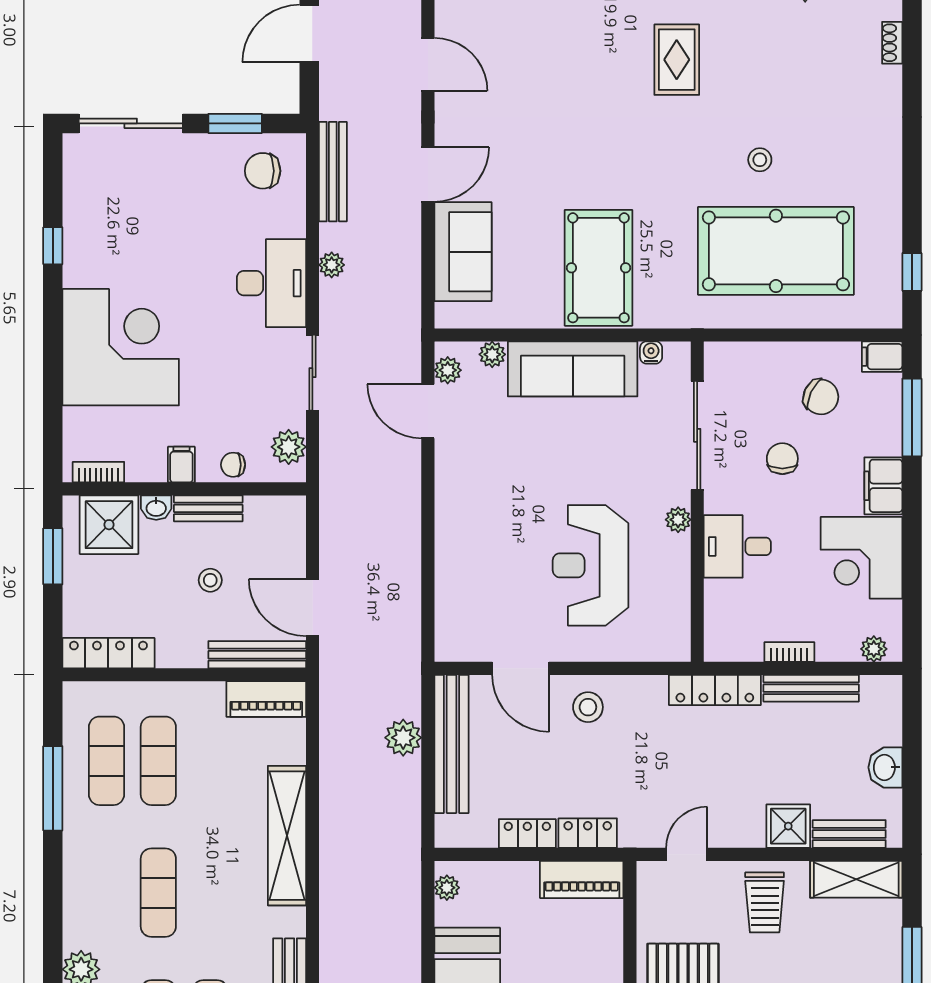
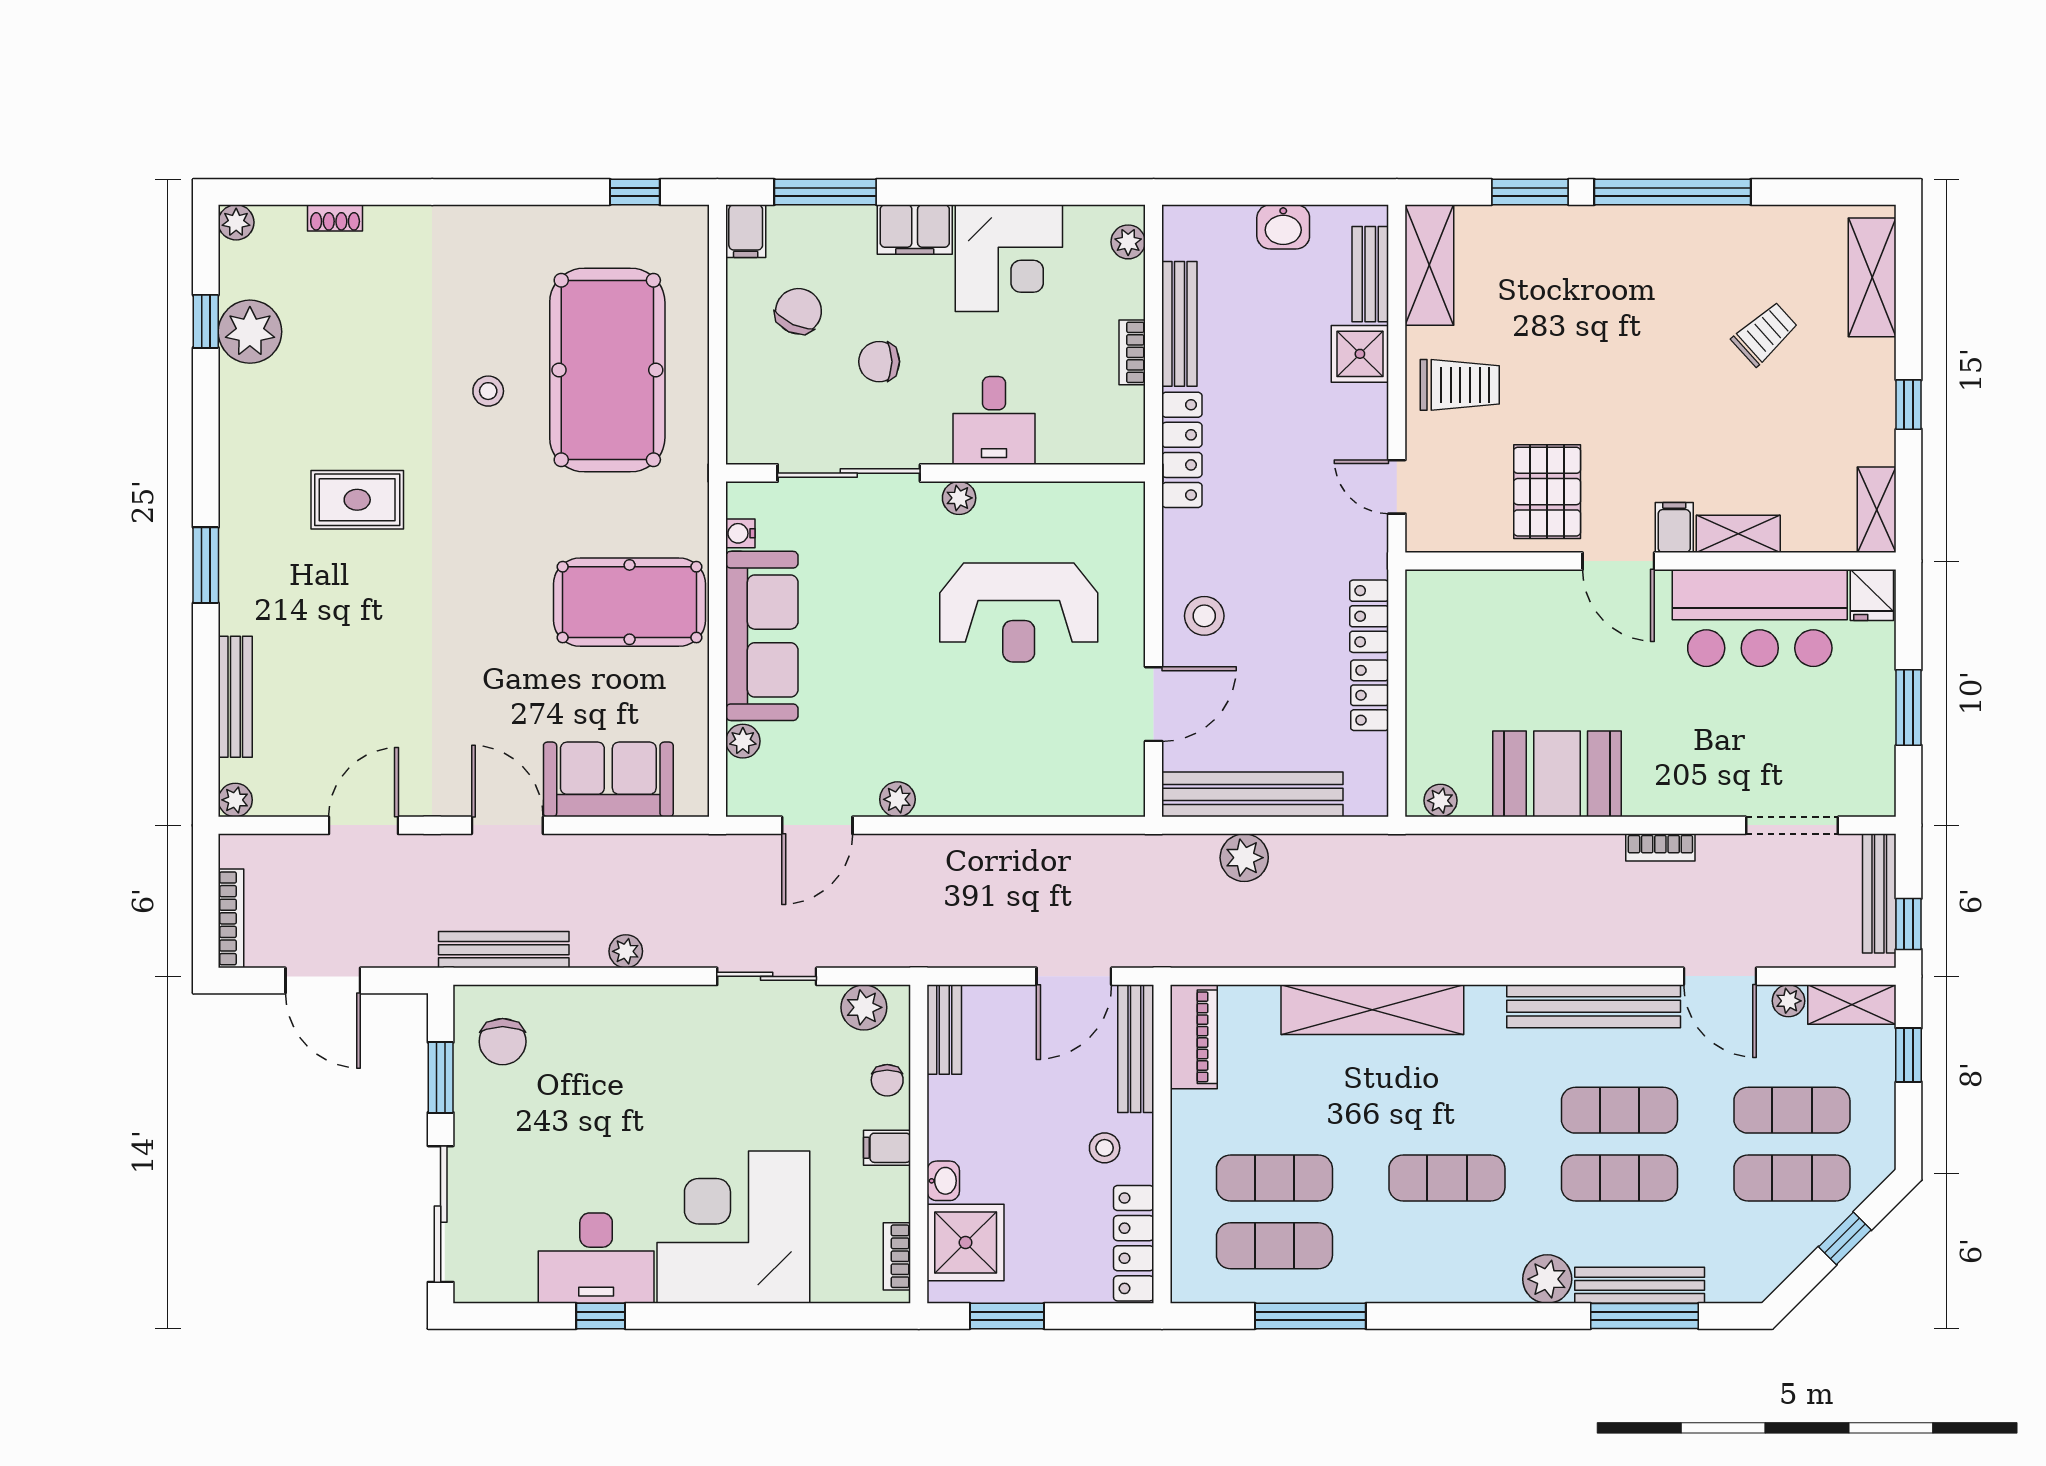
desk: (271, 283) -> (596, 1258), moved, turned 180
plant: (448, 370) -> (897, 799), moved
bench: (208, 508) -> (944, 1030), moved
stool: (210, 580) -> (1105, 1148), moved
piano: (582, 879) -> (1430, 624), removed

